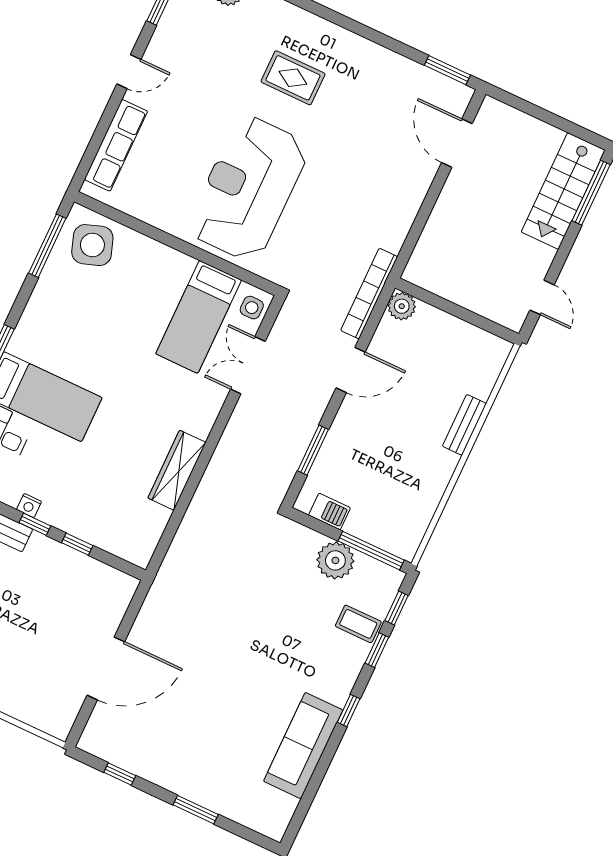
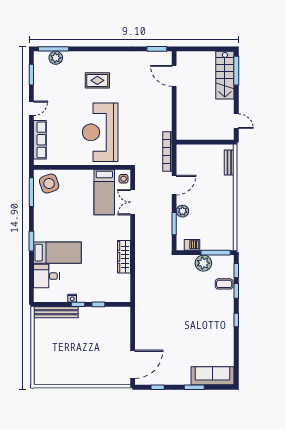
plant: (402, 306) -> (182, 211), moved
bench: (464, 425) -> (229, 162), moved
door: (106, 668) -> (133, 364), moved
sofa: (303, 746) -> (212, 376), moved, turned 90

